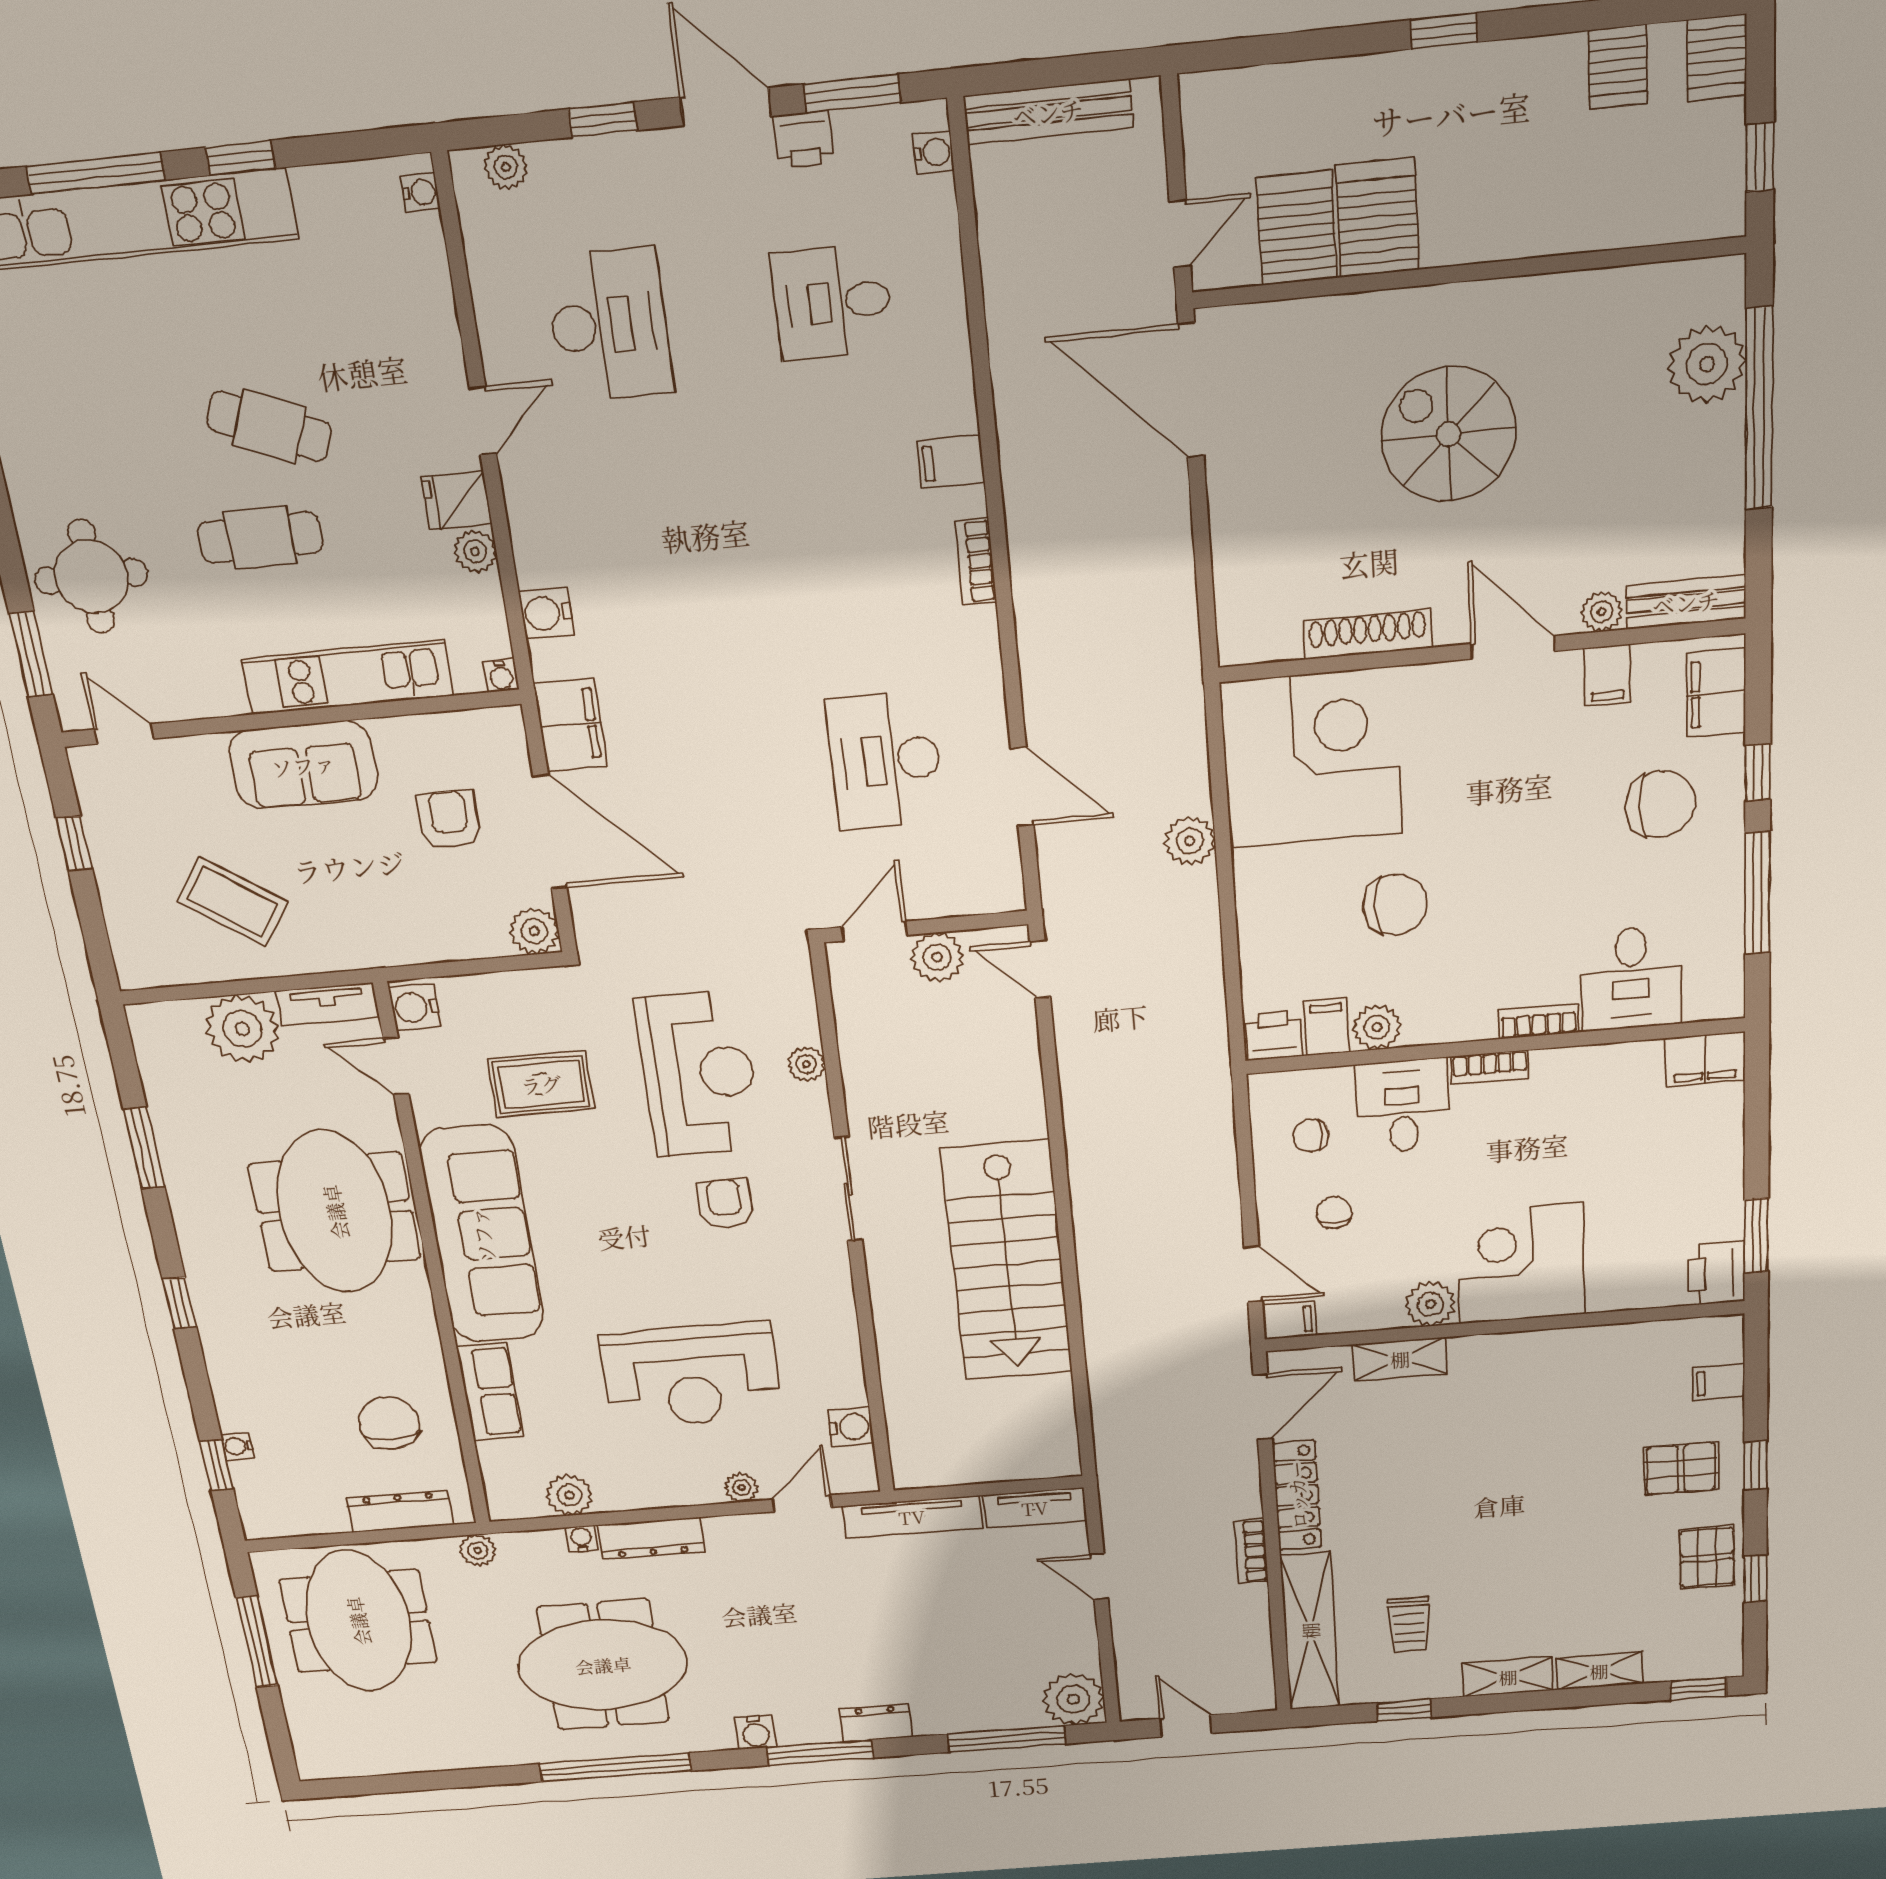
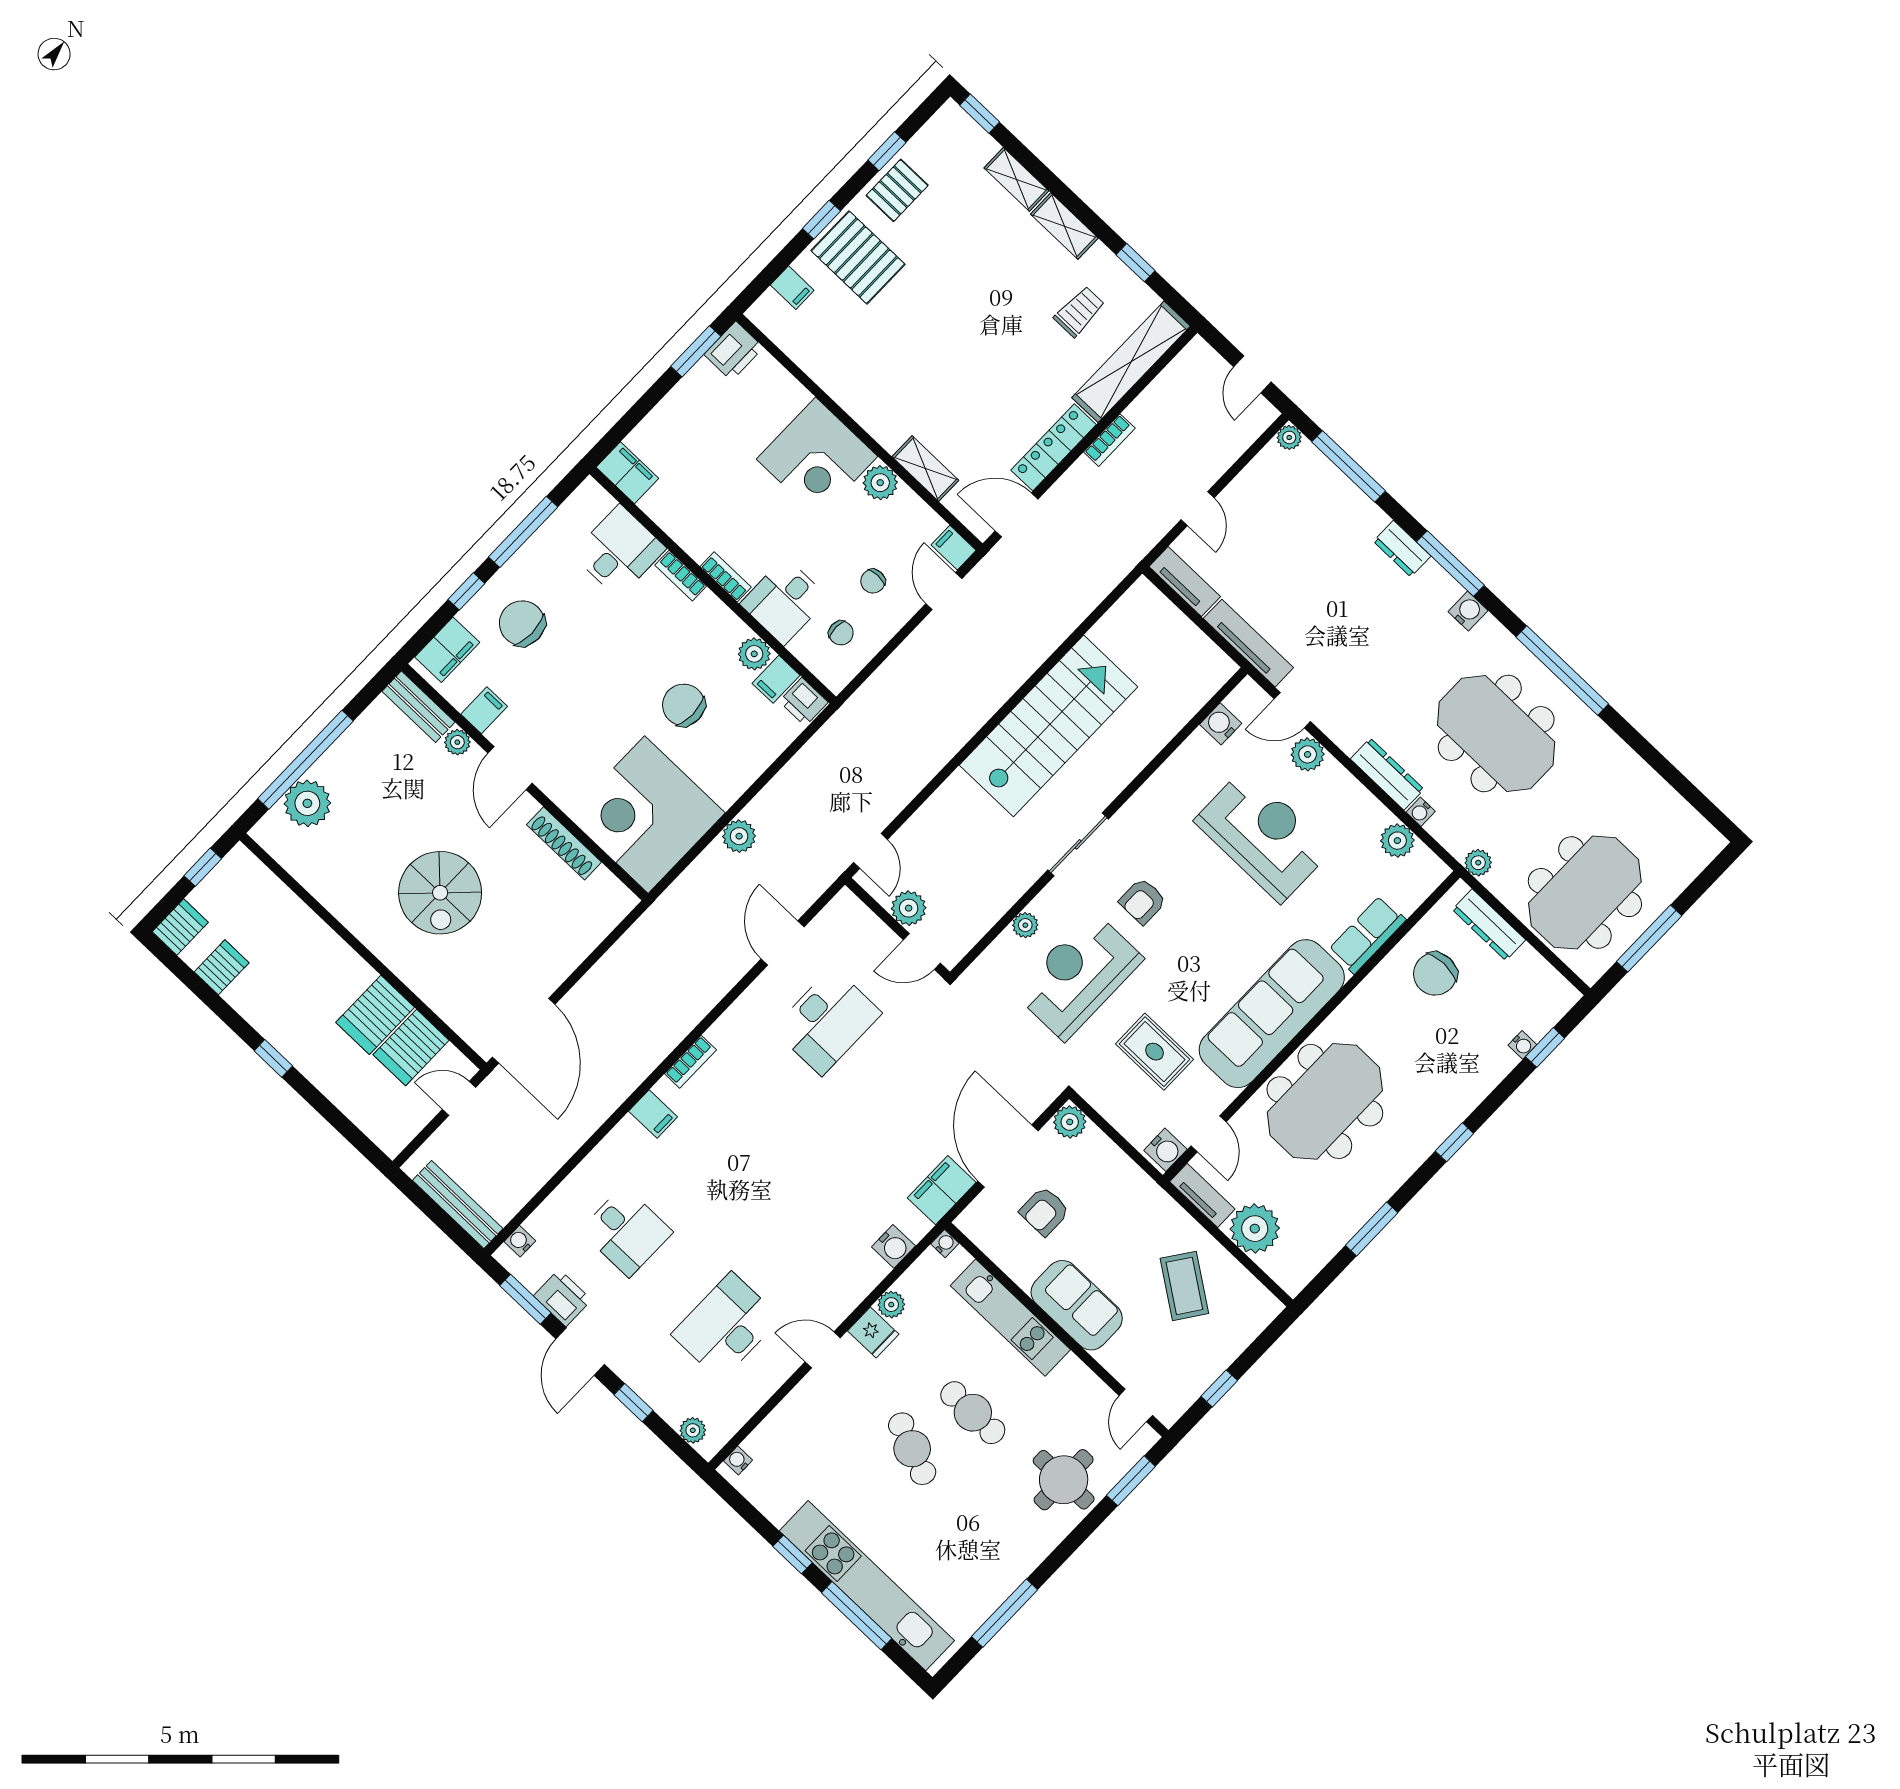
printer: (804, 139) -> (563, 1298), width x1.36, depth x1.24
pallet: (1681, 1469) -> (858, 257), width x1.50, depth x1.42
plant: (742, 1488) -> (1308, 754), width x1.38, depth x1.38
plant: (1073, 1699) -> (1289, 437), width x0.53, depth x0.53

